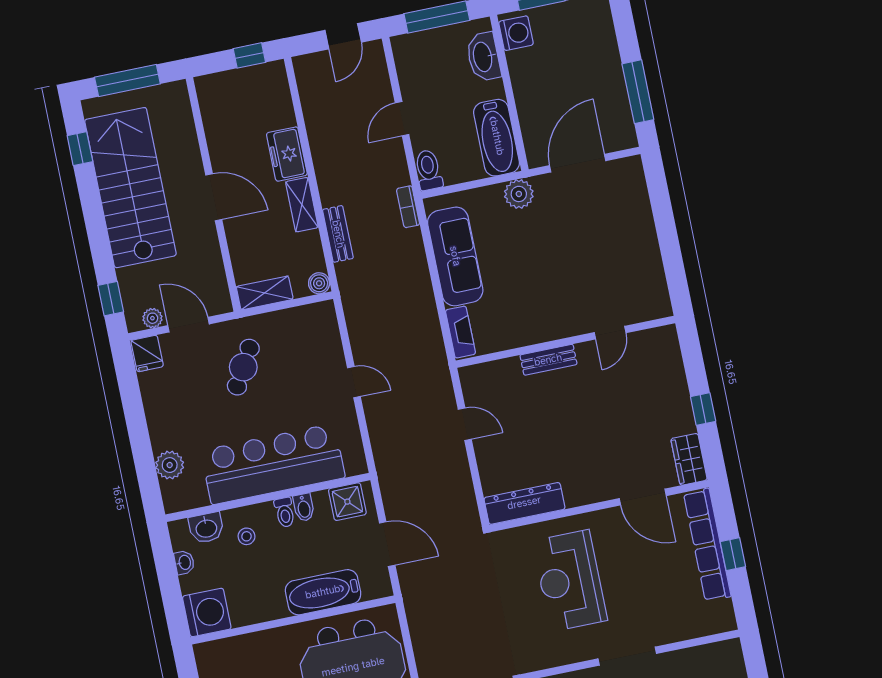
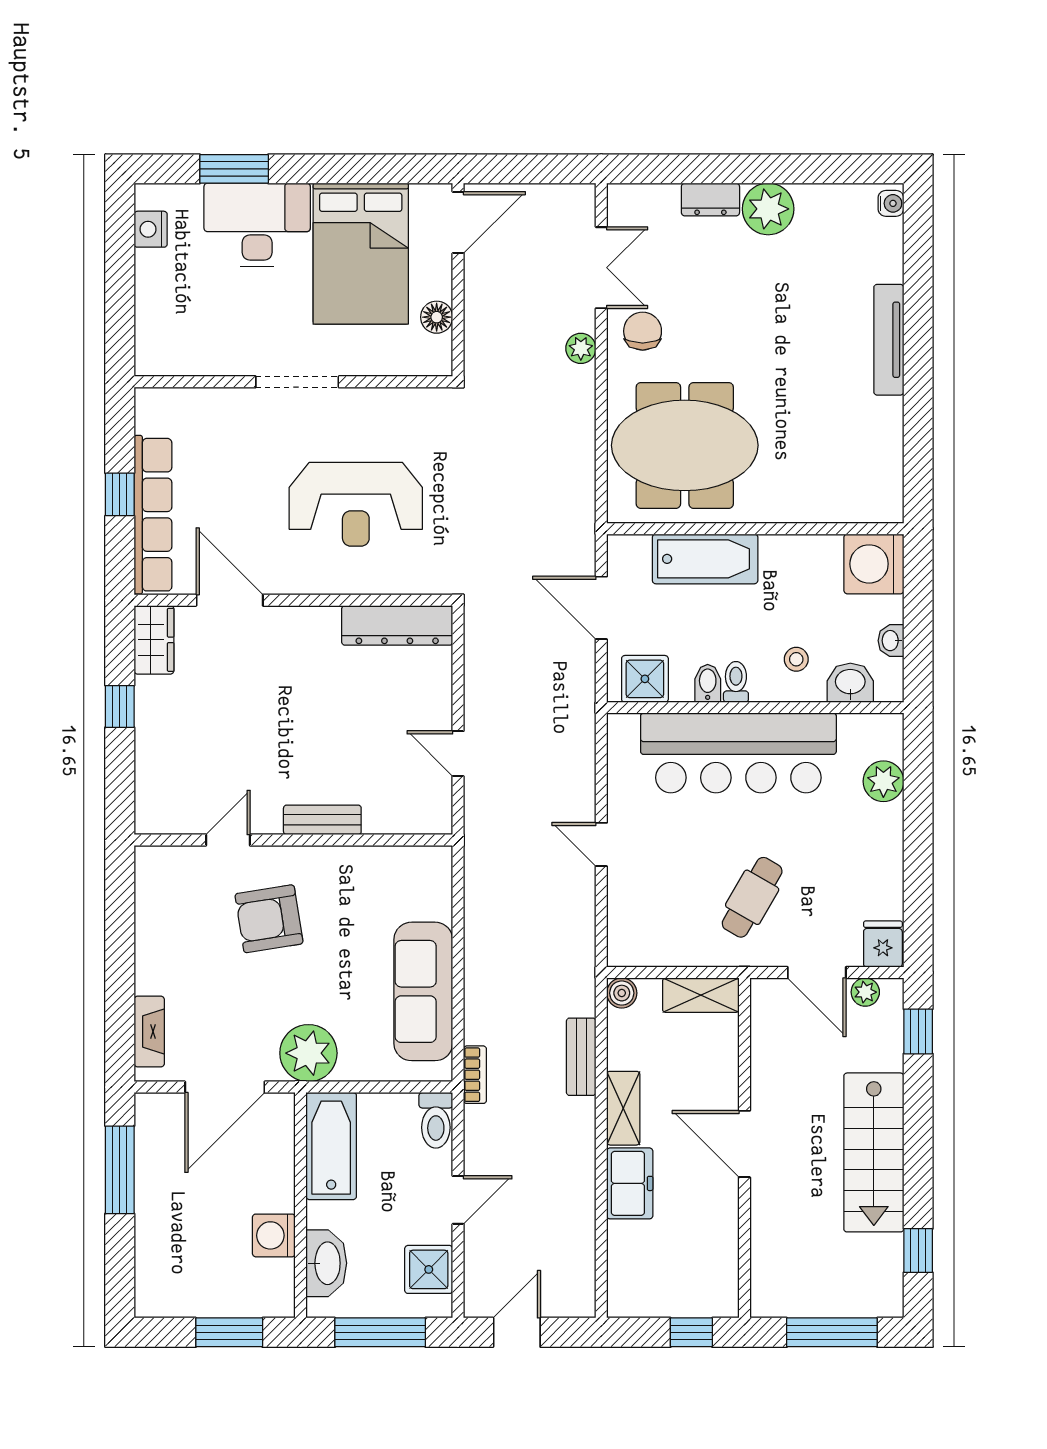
washing machine: (516, 33) -> (274, 1235), moved
window: (249, 55) -> (691, 1332), moved
shower: (412, 67) -> (429, 1269), added
stairs: (130, 188) -> (874, 1152), width x0.73, depth x0.66
plant: (519, 194) -> (308, 1053), width x1.36, depth x1.36
armchair: (571, 285) -> (269, 919), added
fireplace: (460, 332) -> (149, 1032), moved, turned 180
reception desk: (570, 581) -> (356, 504), turned 90

